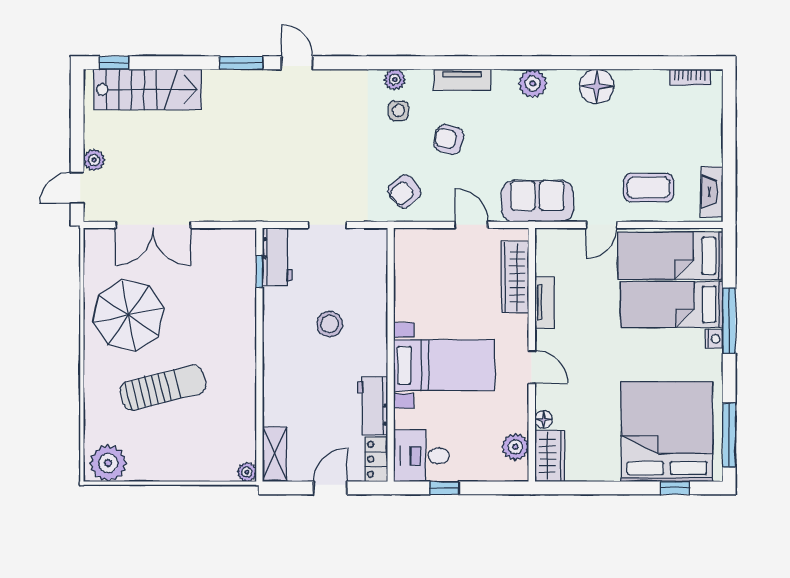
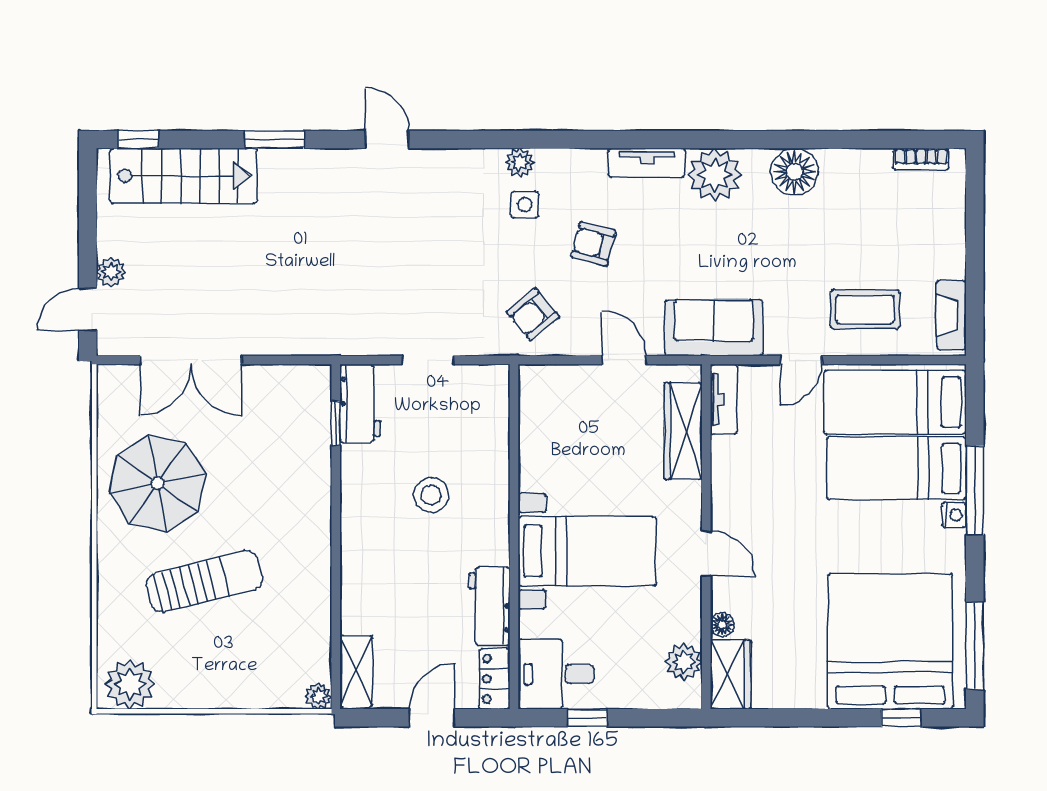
window: (241, 63) -> (274, 140), moved
tv unit: (462, 80) -> (647, 163), moved
plant: (533, 83) -> (715, 175), width x1.36, depth x1.36
tv unit: (545, 302) -> (724, 399), moved

